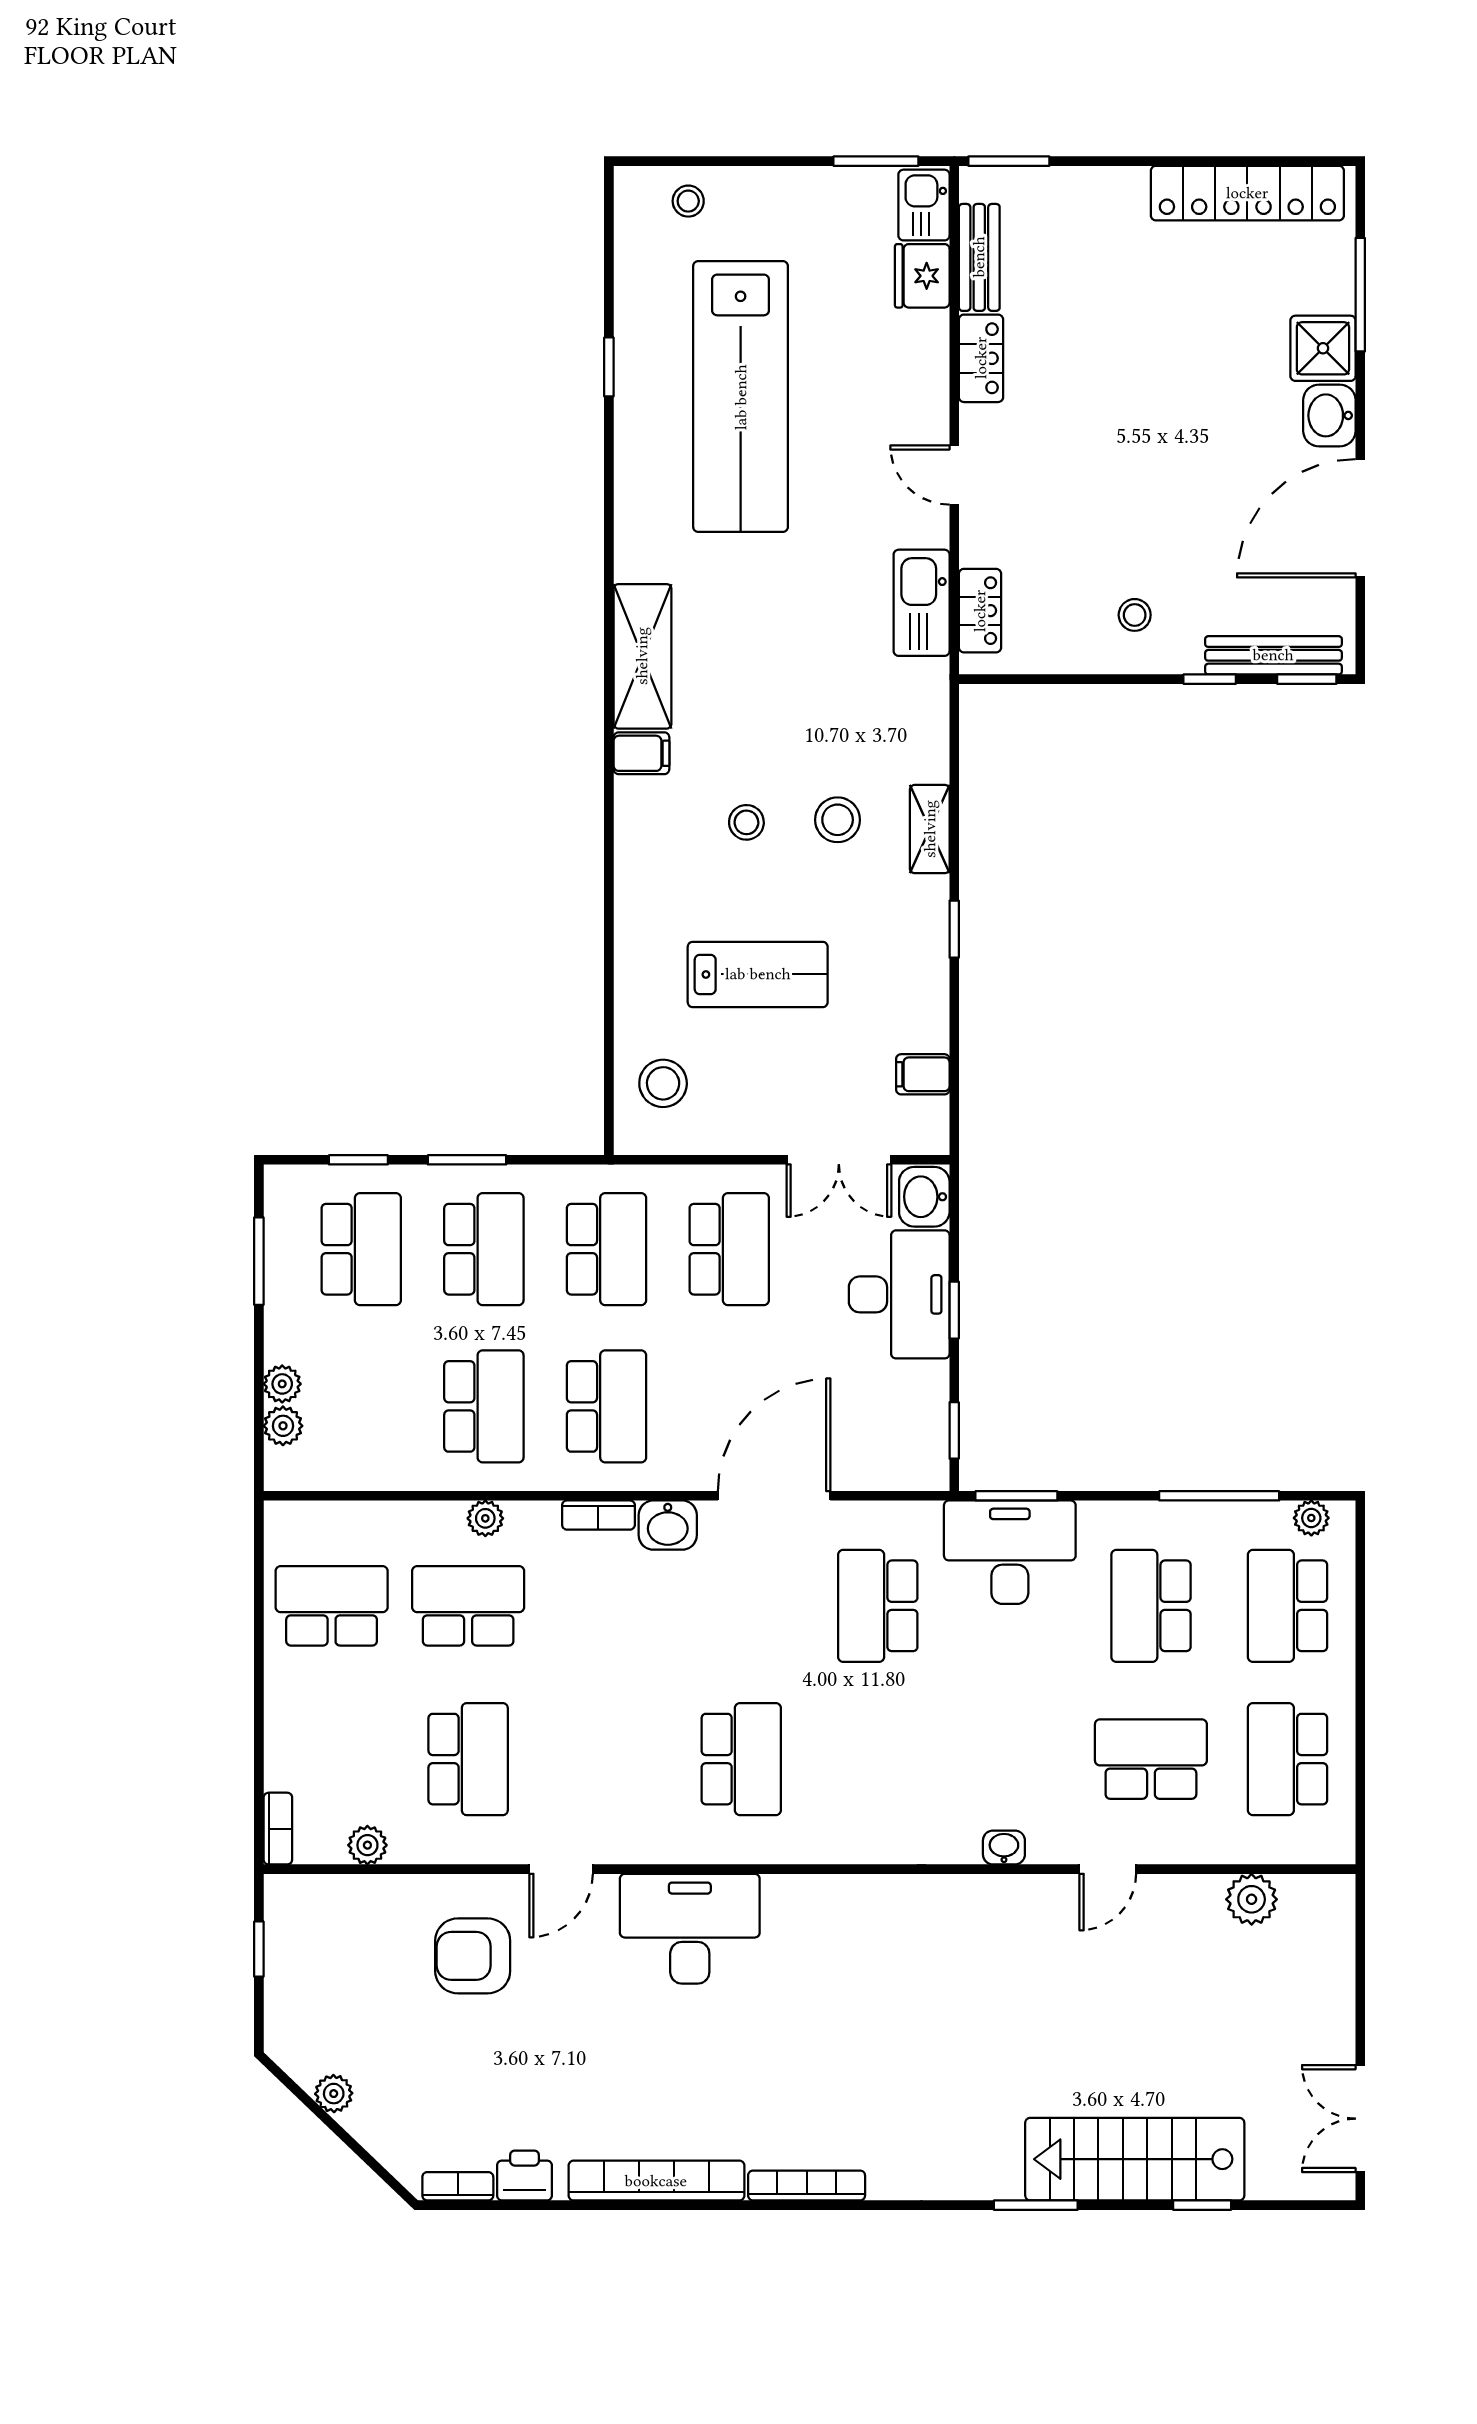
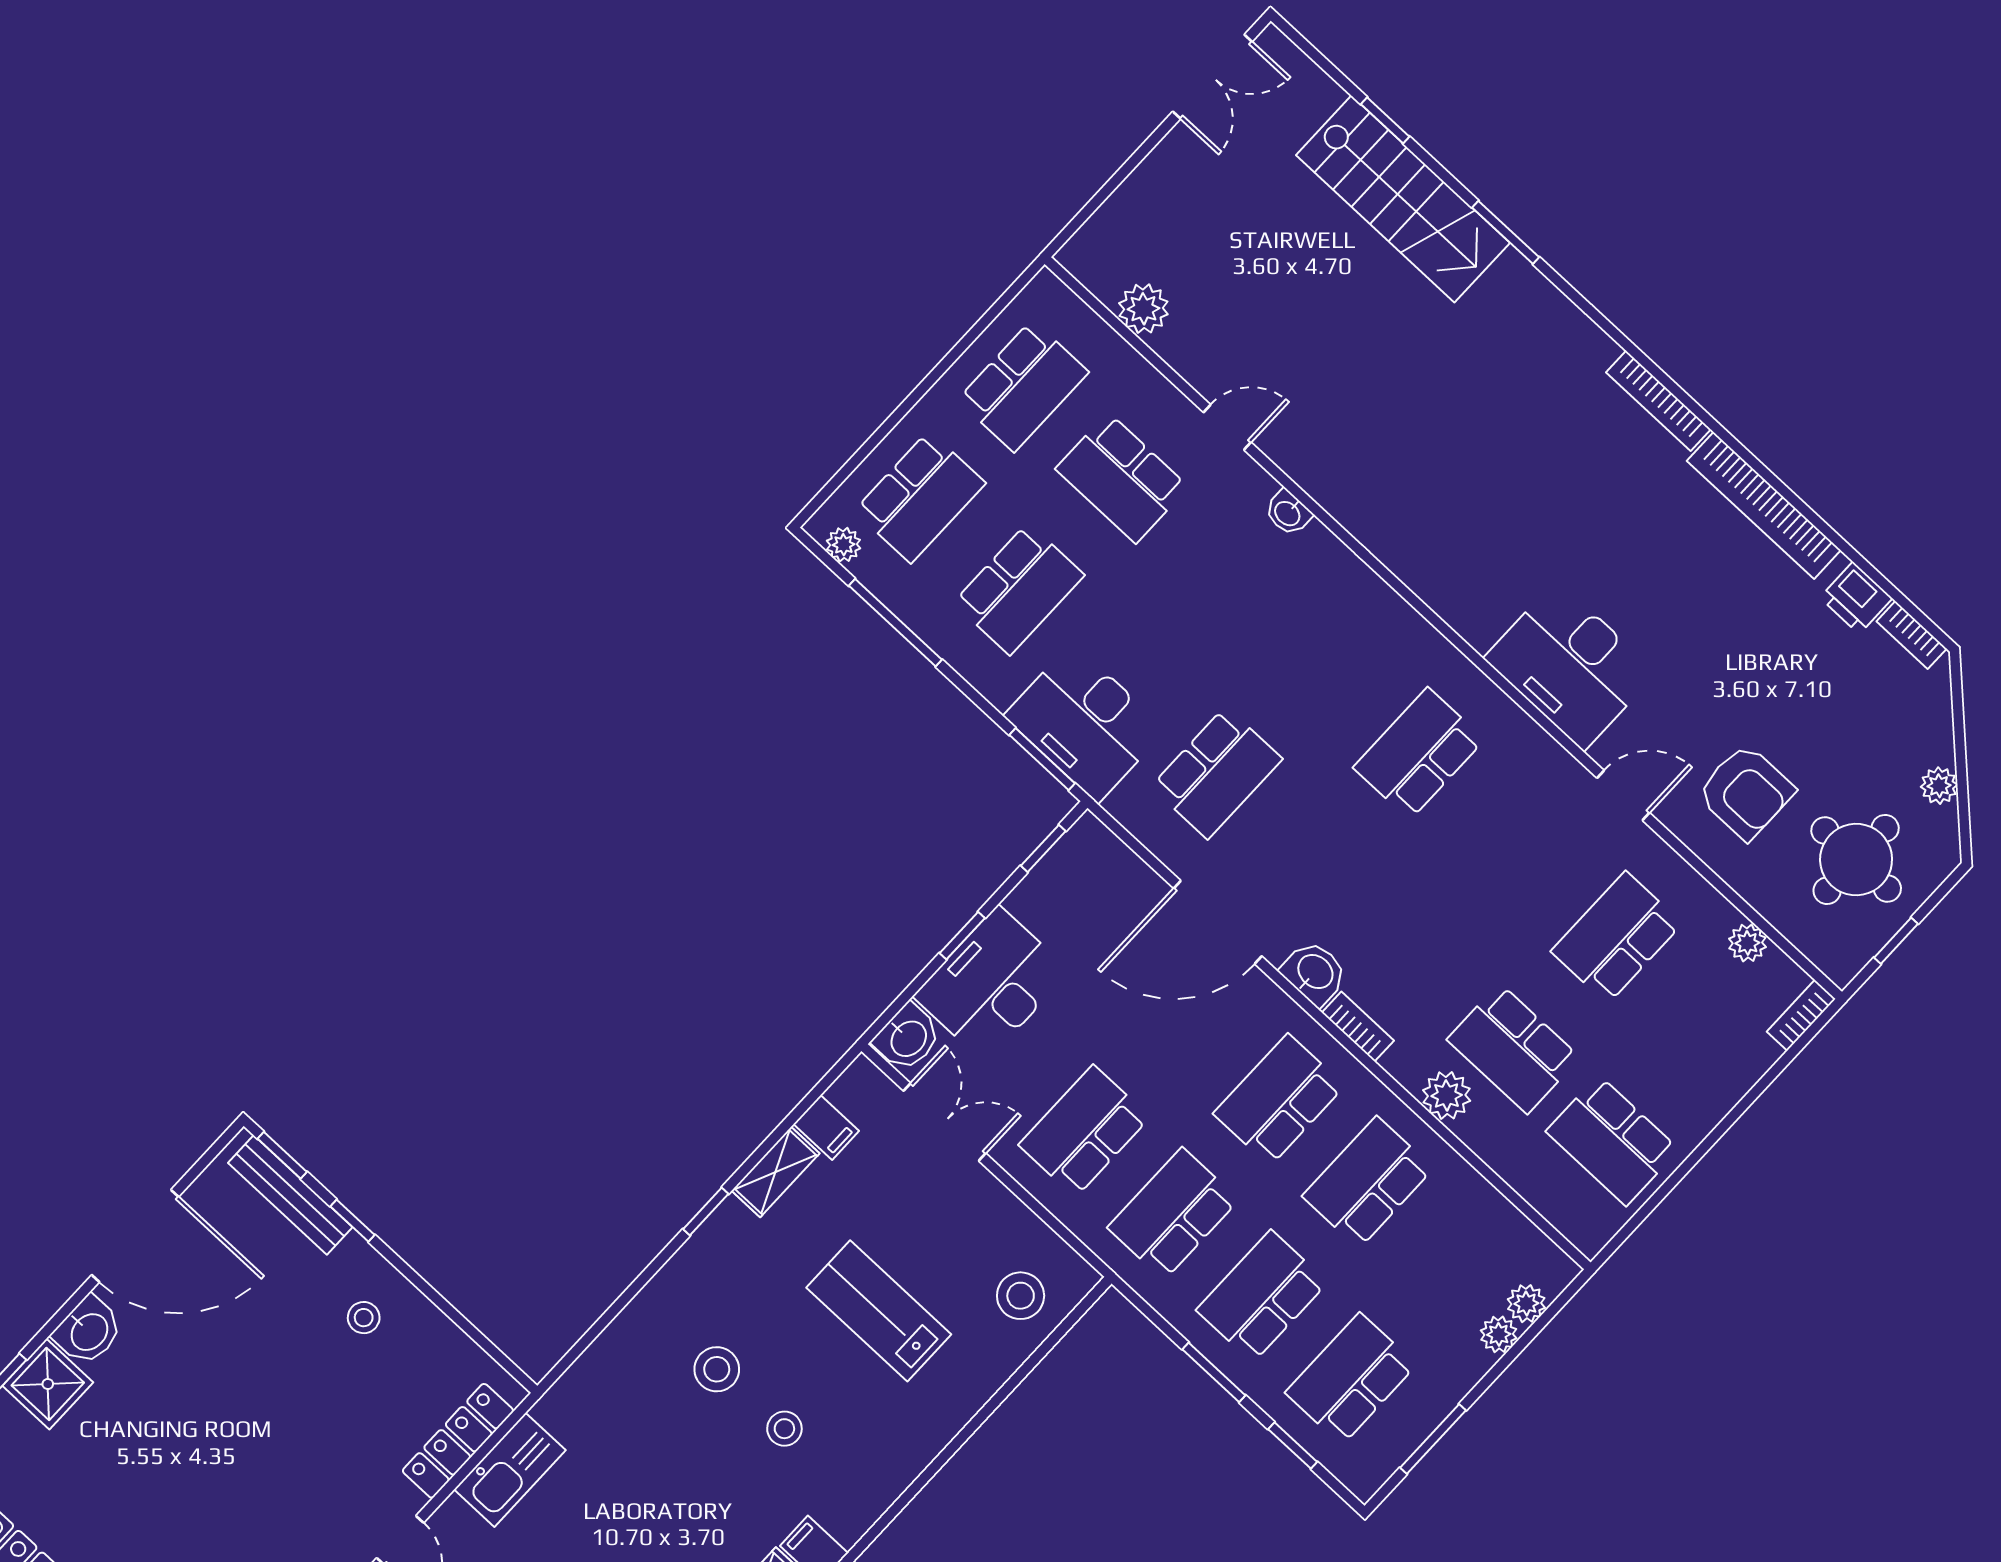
locker: (980, 611) -> (458, 1441), width x1.53
shelving: (930, 829) -> (776, 1172), moved
plant: (485, 1518) -> (1447, 1095), width x1.38, depth x1.38
round table: (344, 1982) -> (1856, 860), added

